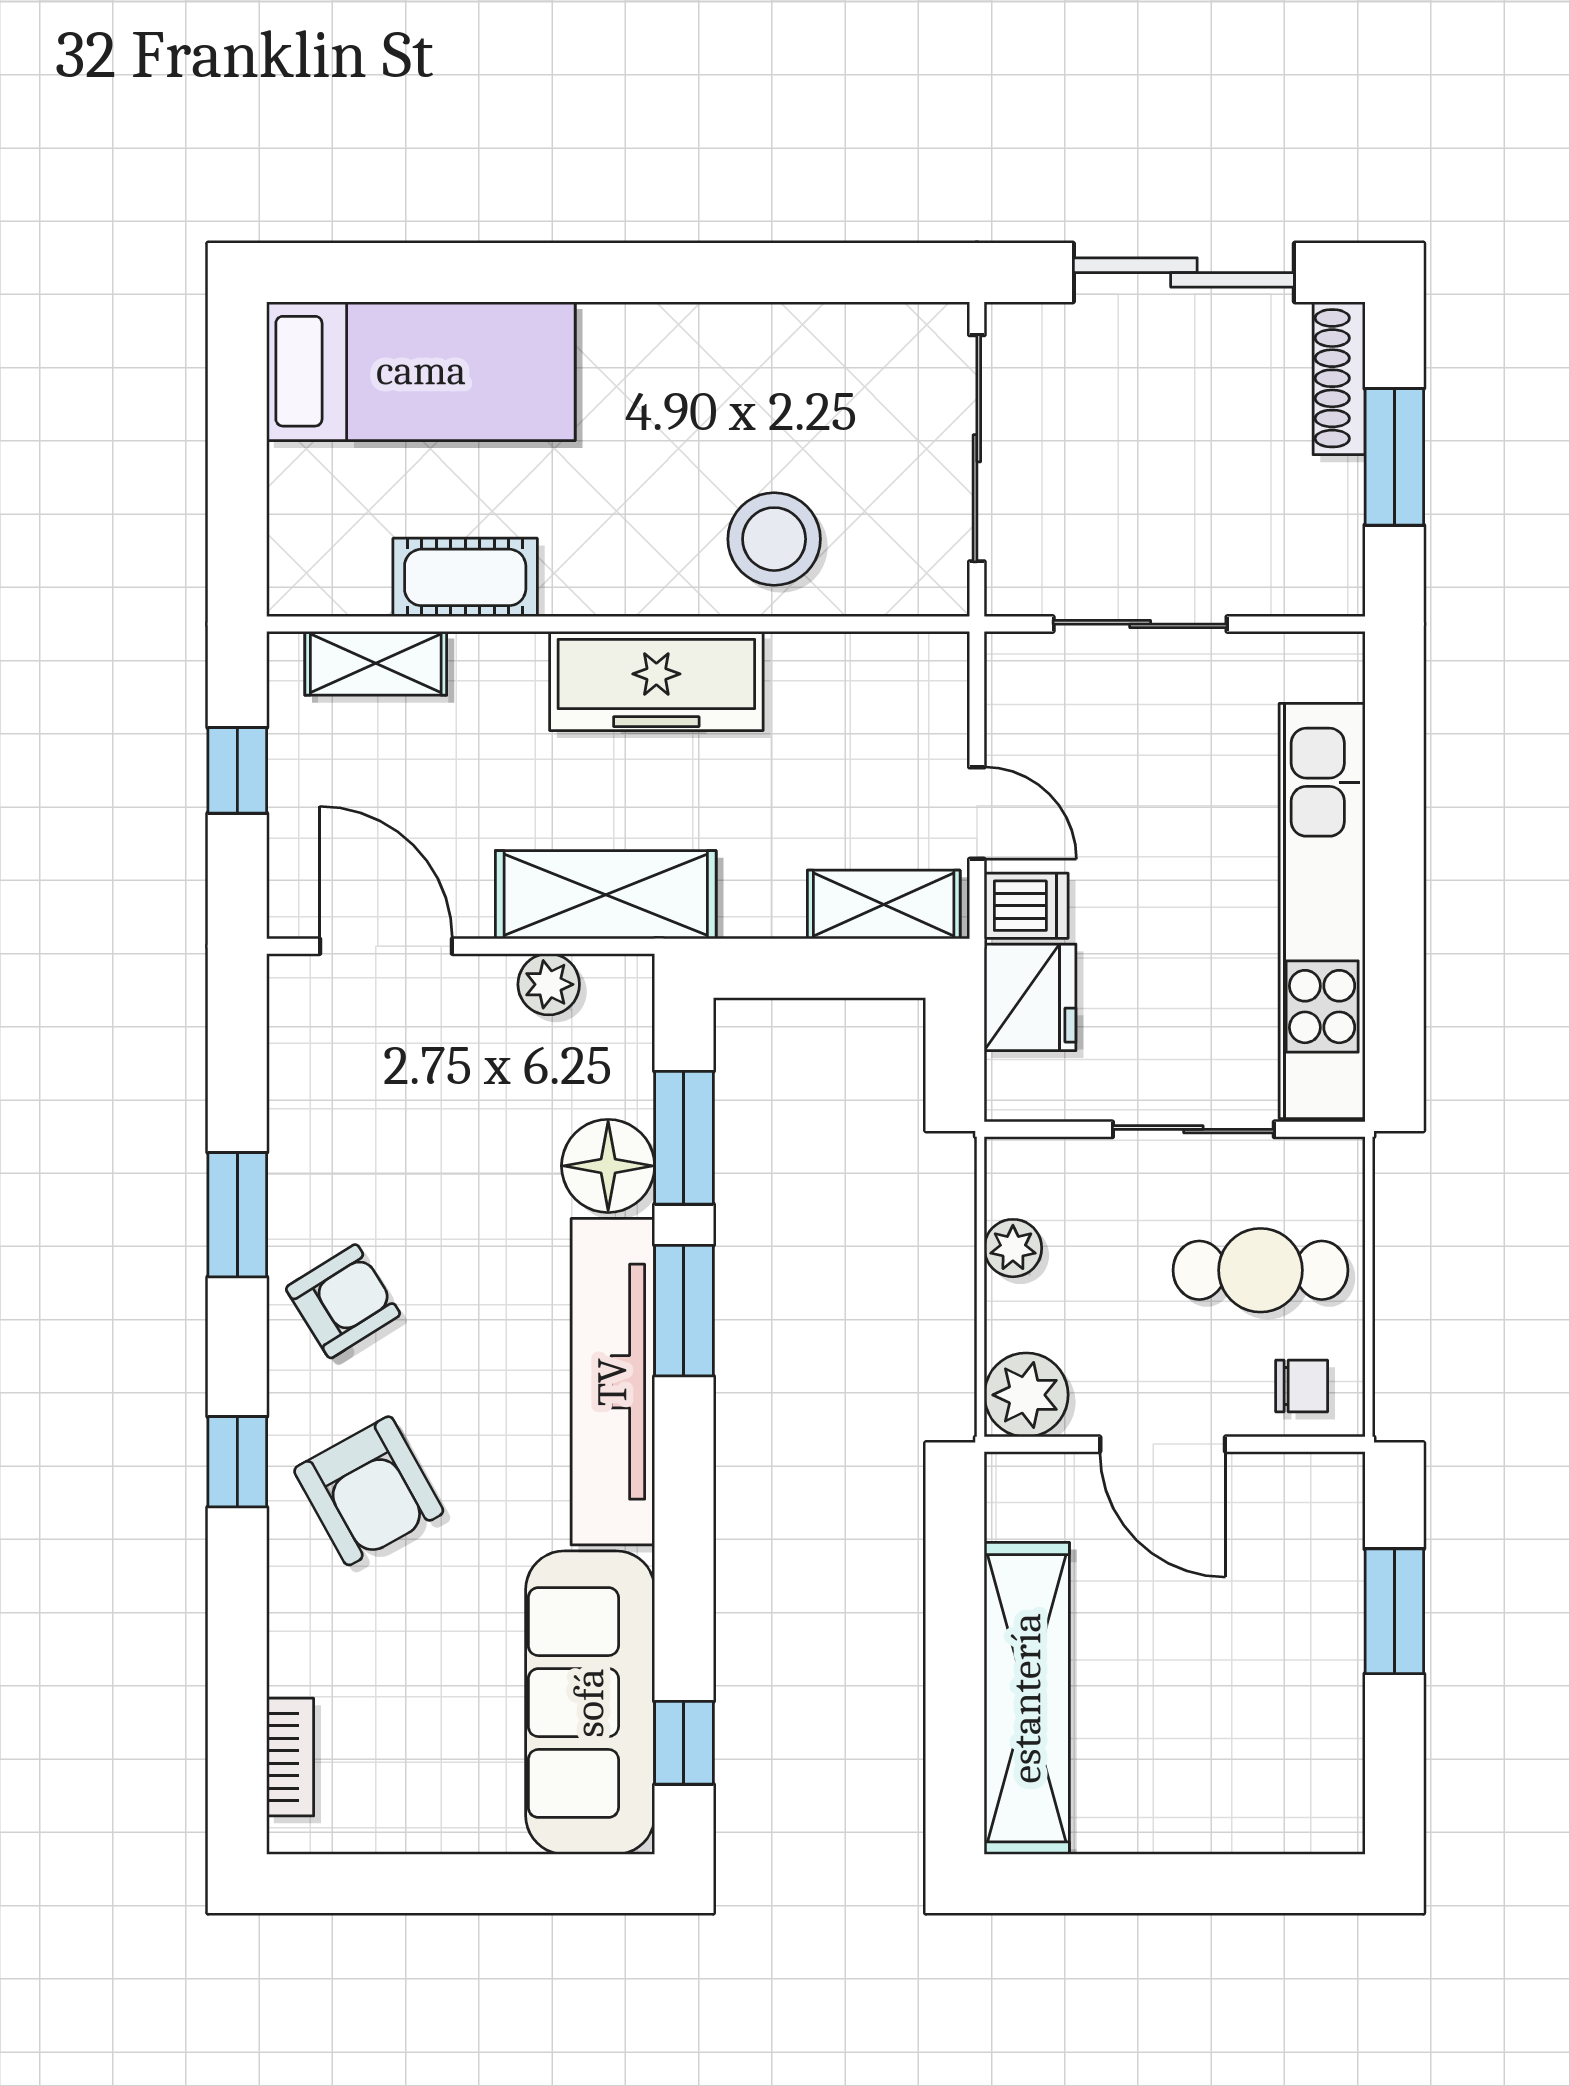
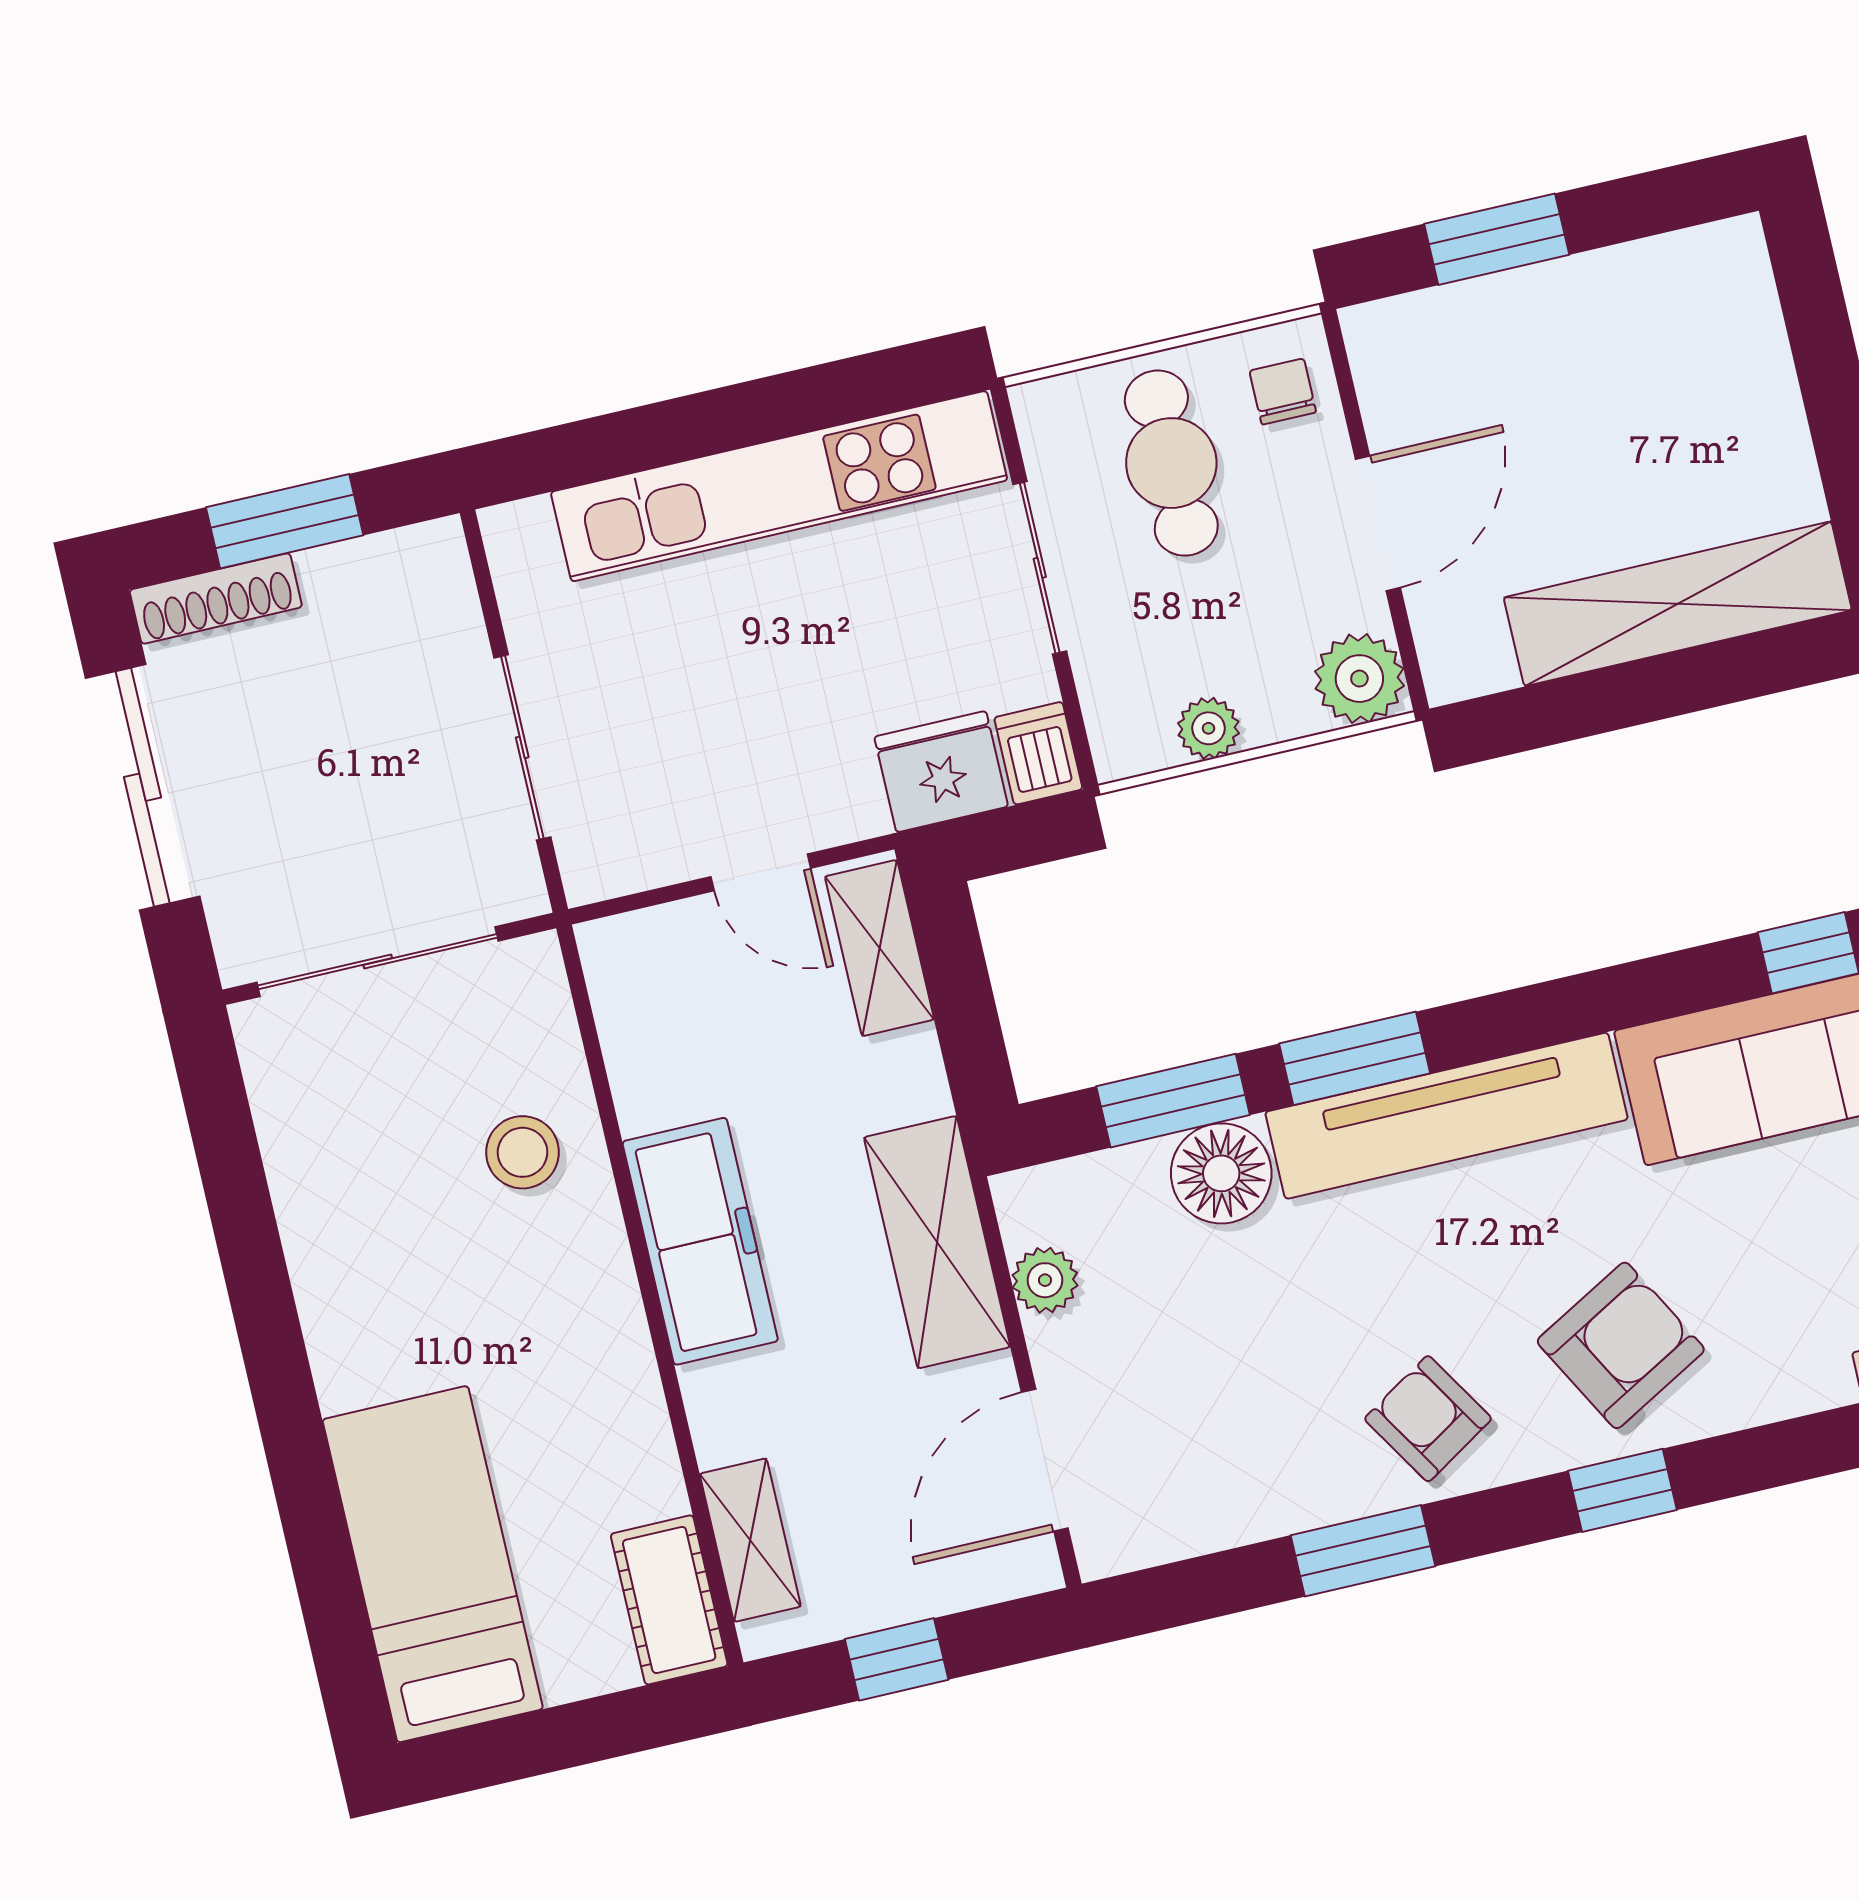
stool: (774, 539) -> (522, 1152), width x0.73, depth x0.73
cot: (465, 577) -> (669, 1600), moved
door: (977, 813) -> (761, 872), swing flipped
dishwasher: (1026, 906) -> (1038, 753), moved

